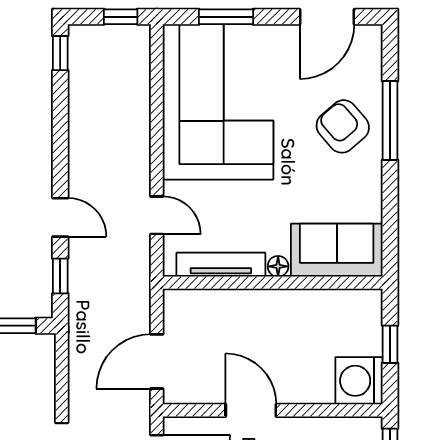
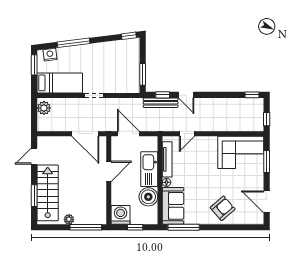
corner sofa: (218, 102) -> (241, 152), width x0.73, depth x0.74
window: (390, 120) -> (184, 227), moved
door: (60, 217) -> (186, 95), hinge flipped
bench: (80, 281) -> (161, 103), added
kitchen sink: (245, 309) -> (149, 169), added
boiler: (314, 312) -> (148, 197), added

